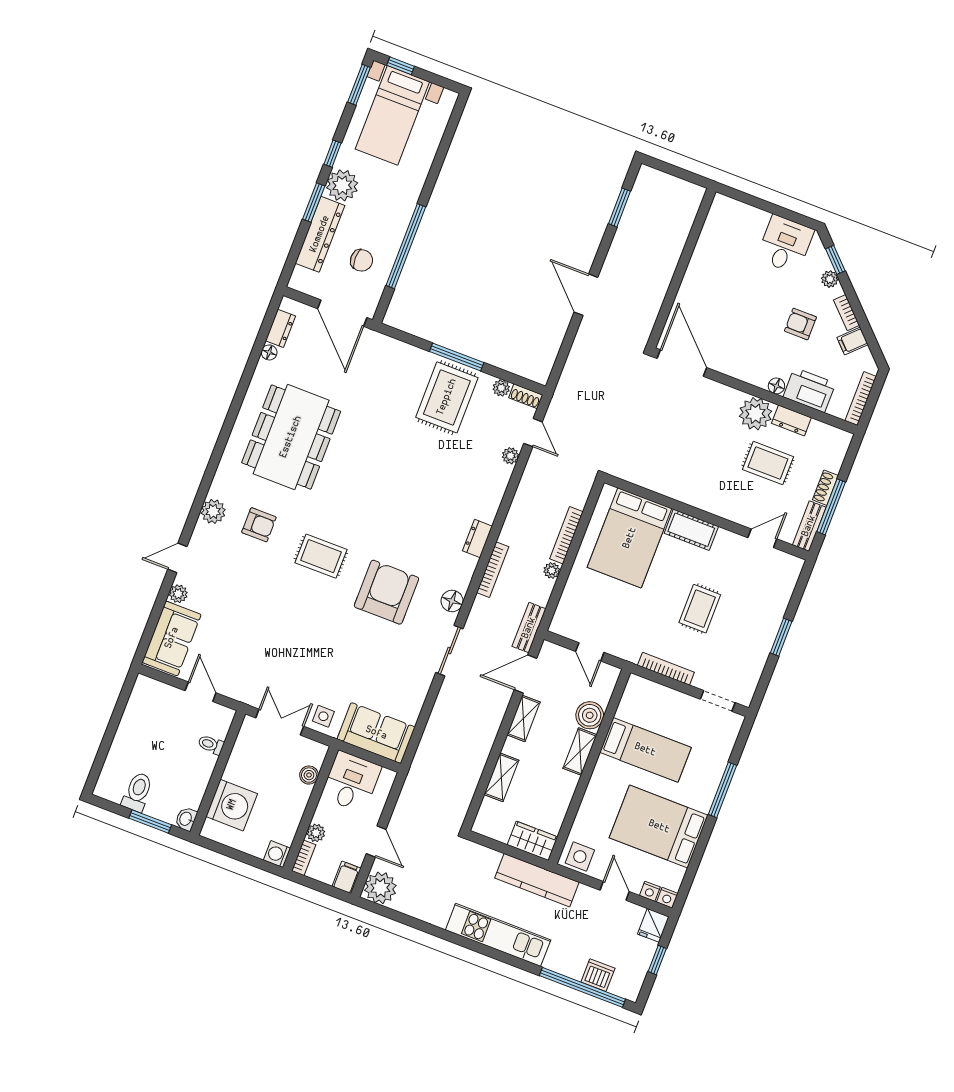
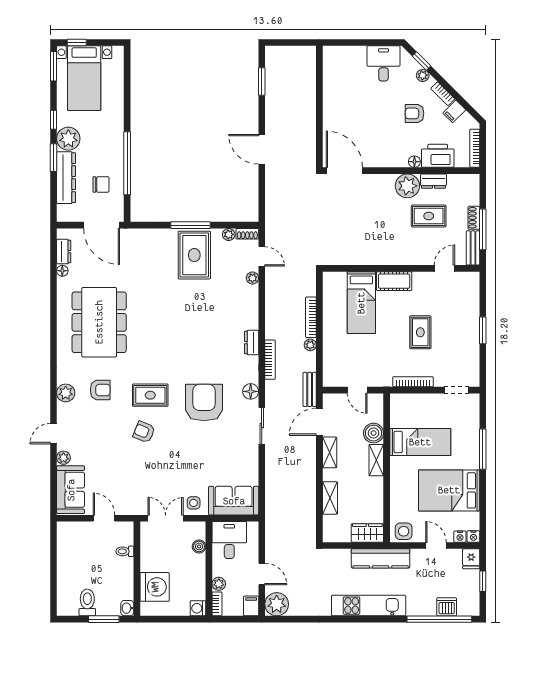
bed: (630, 538) -> (361, 303), width x0.67
armchair: (295, 600) -> (144, 432), added

